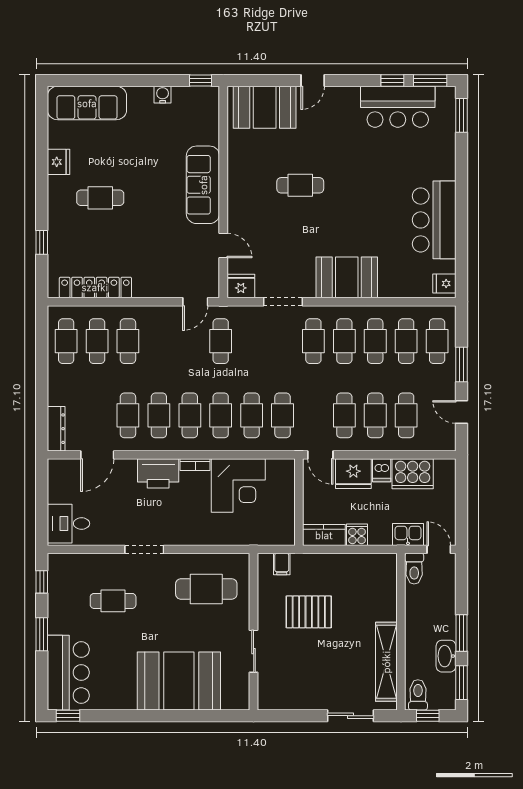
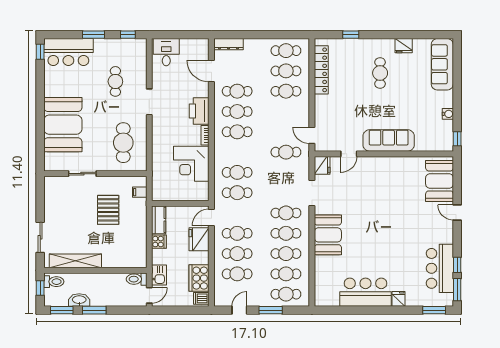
cafe table: (300, 185) -> (388, 204), removed
fridge: (444, 283) -> (398, 299), moved
cafe table: (221, 415) -> (237, 152), removed
dishwasher: (382, 470) -> (201, 298), moved

